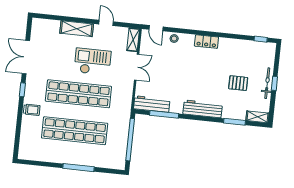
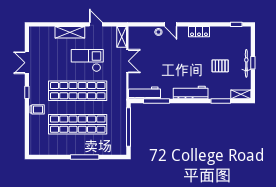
door: (156, 28) -> (171, 24), moved
locker: (206, 42) -> (199, 32), moved
double door: (26, 57) -> (27, 63), width x0.73

